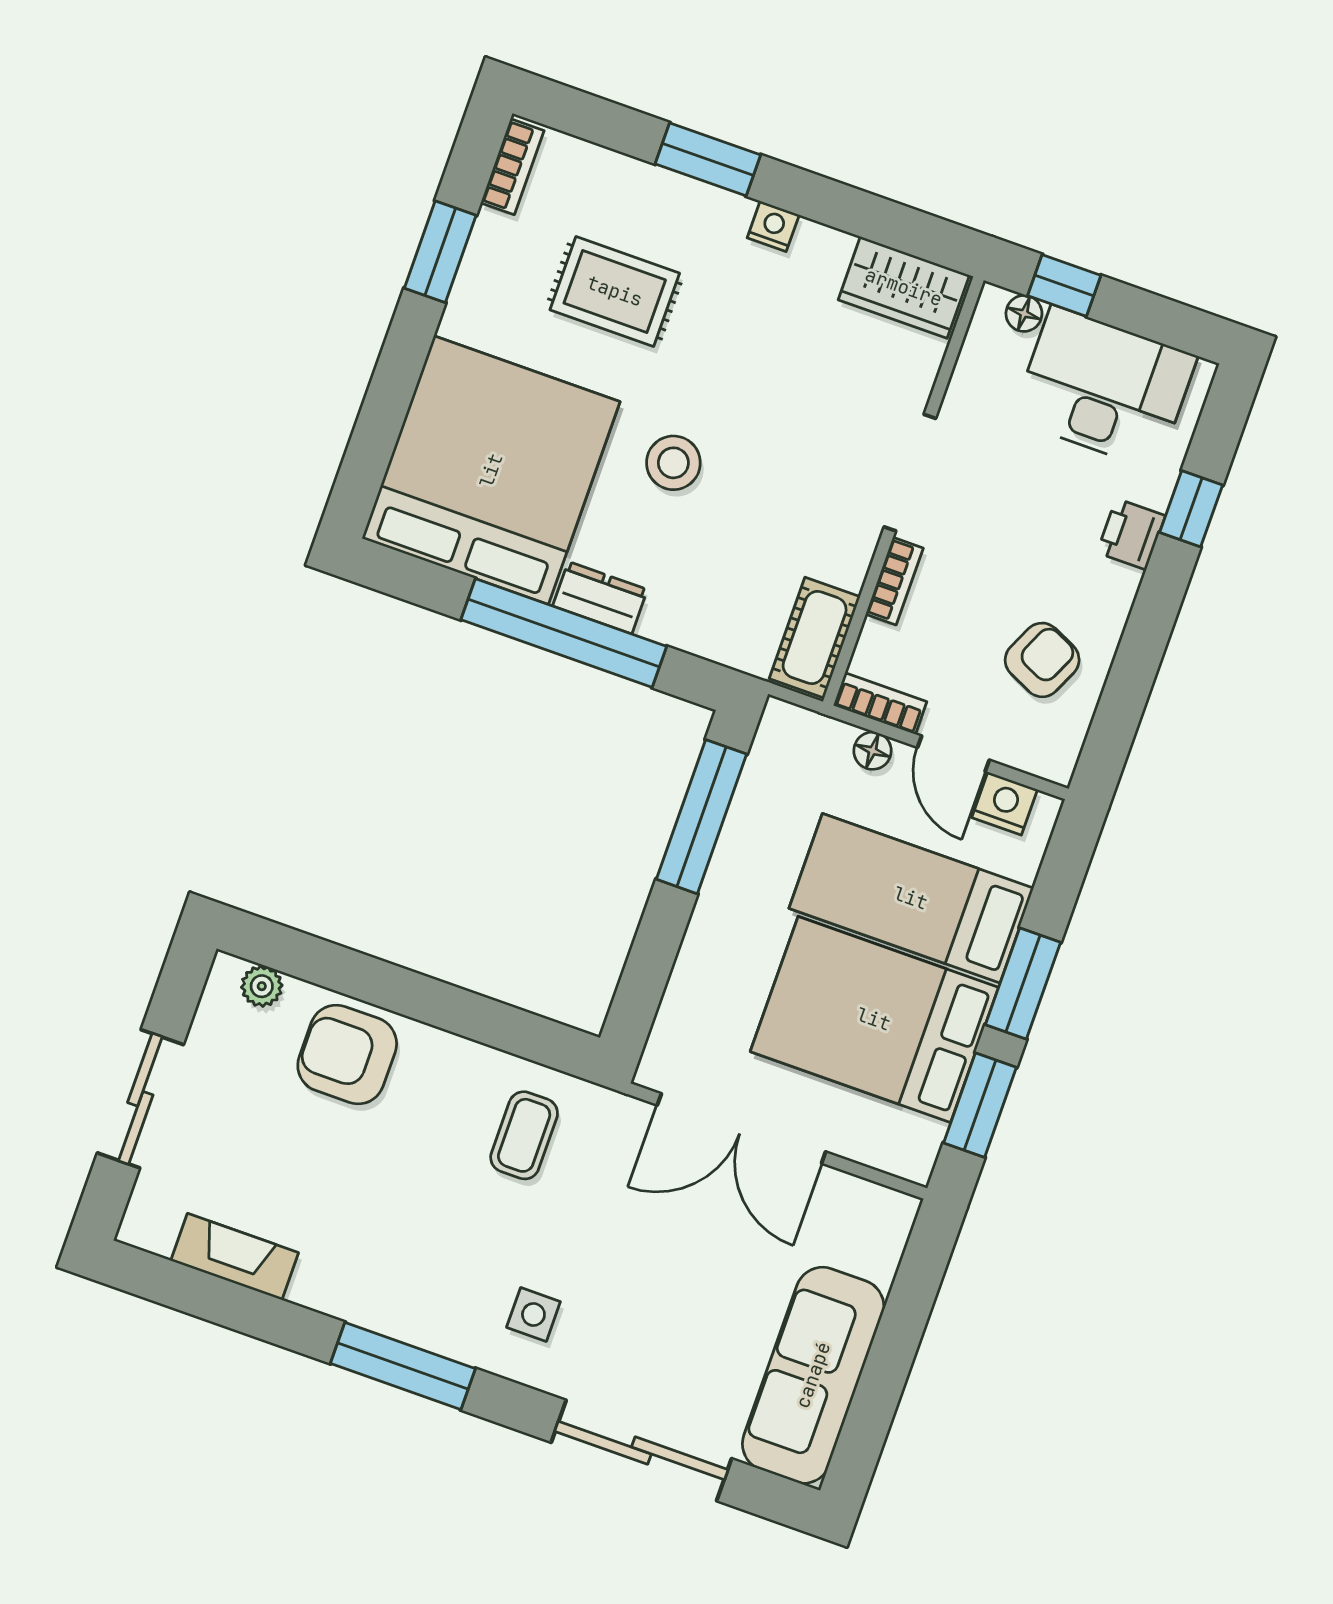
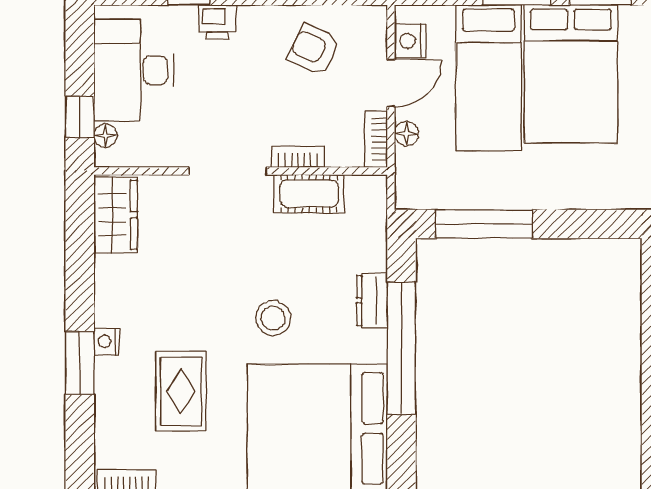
nightstand: (773, 226) -> (107, 341), moved
dresser: (600, 598) -> (372, 301), moved
cot: (815, 638) -> (309, 194), moved

